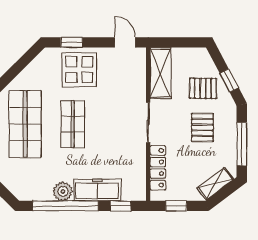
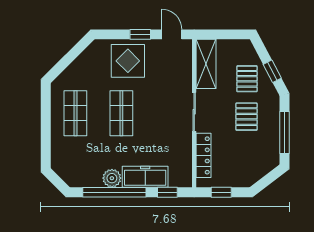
window: (72, 42) -> (140, 34), moved
pallet: (203, 88) -> (247, 79), turned 90
shop shelf: (25, 124) -> (75, 113), width x0.70, depth x0.74
shelving: (215, 184) -> (259, 171), removed

